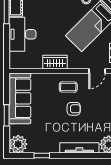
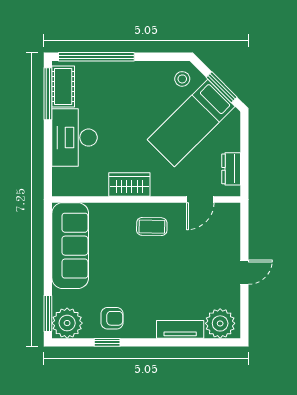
armchair: (74, 109) -> (112, 318), moved
window: (7, 115) -> (48, 314), moved
tv unit: (79, 148) -> (180, 329), width x0.71

